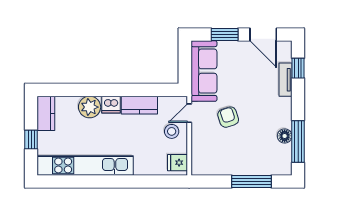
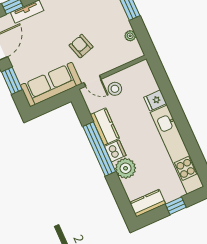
window: (120, 90) -> (99, 149), added
armchair: (228, 117) -> (81, 46), turned 91
fridge: (178, 163) -> (155, 100), moved, turned 90
plant: (217, 170) -> (130, 36), added

